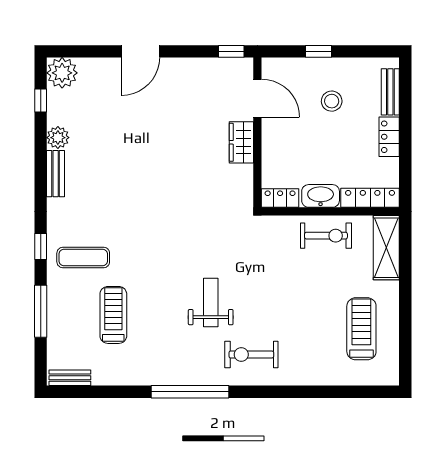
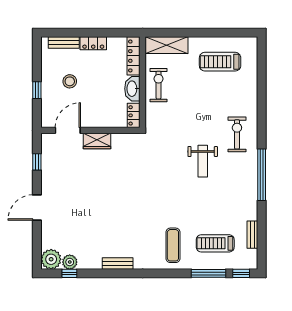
door: (141, 51) -> (37, 207), swing flipped
window: (231, 51) -> (37, 162), moved
plant: (58, 138) -> (70, 262), moved
window: (41, 246) -> (241, 273), moved
weight bench: (211, 303) -> (203, 161), turned -90
treadmill: (113, 315) -> (215, 243), moved
exercise bike: (251, 354) -> (237, 134), turned 180
bench: (70, 378) -> (252, 235), moved

